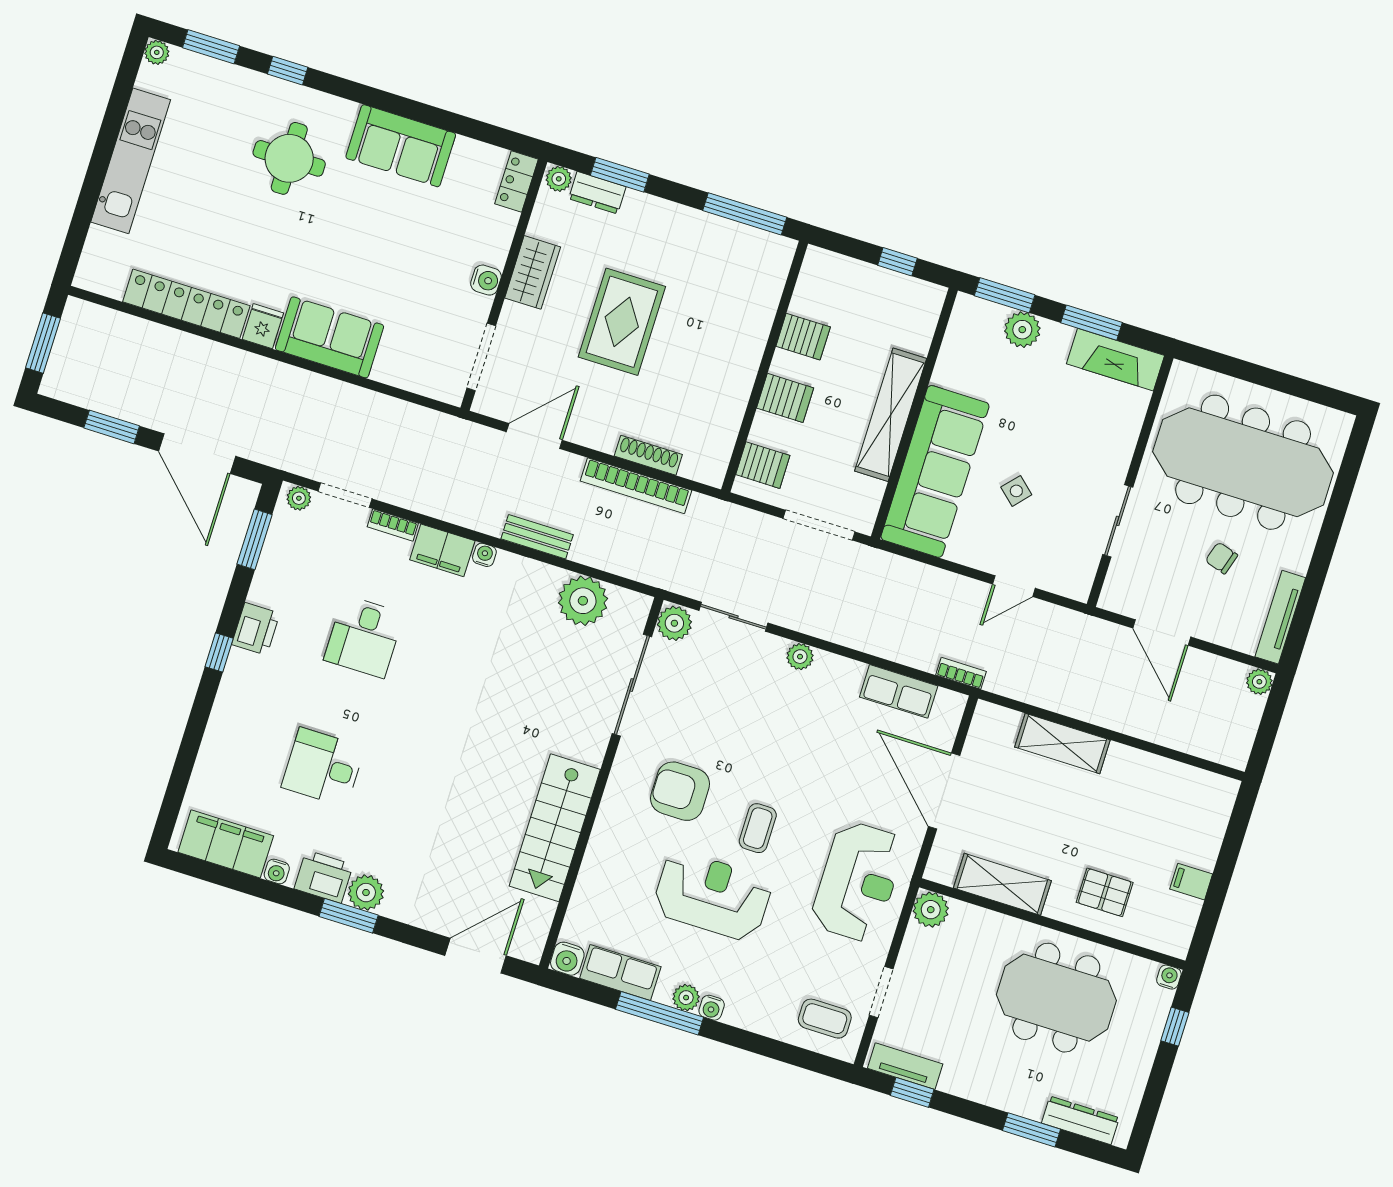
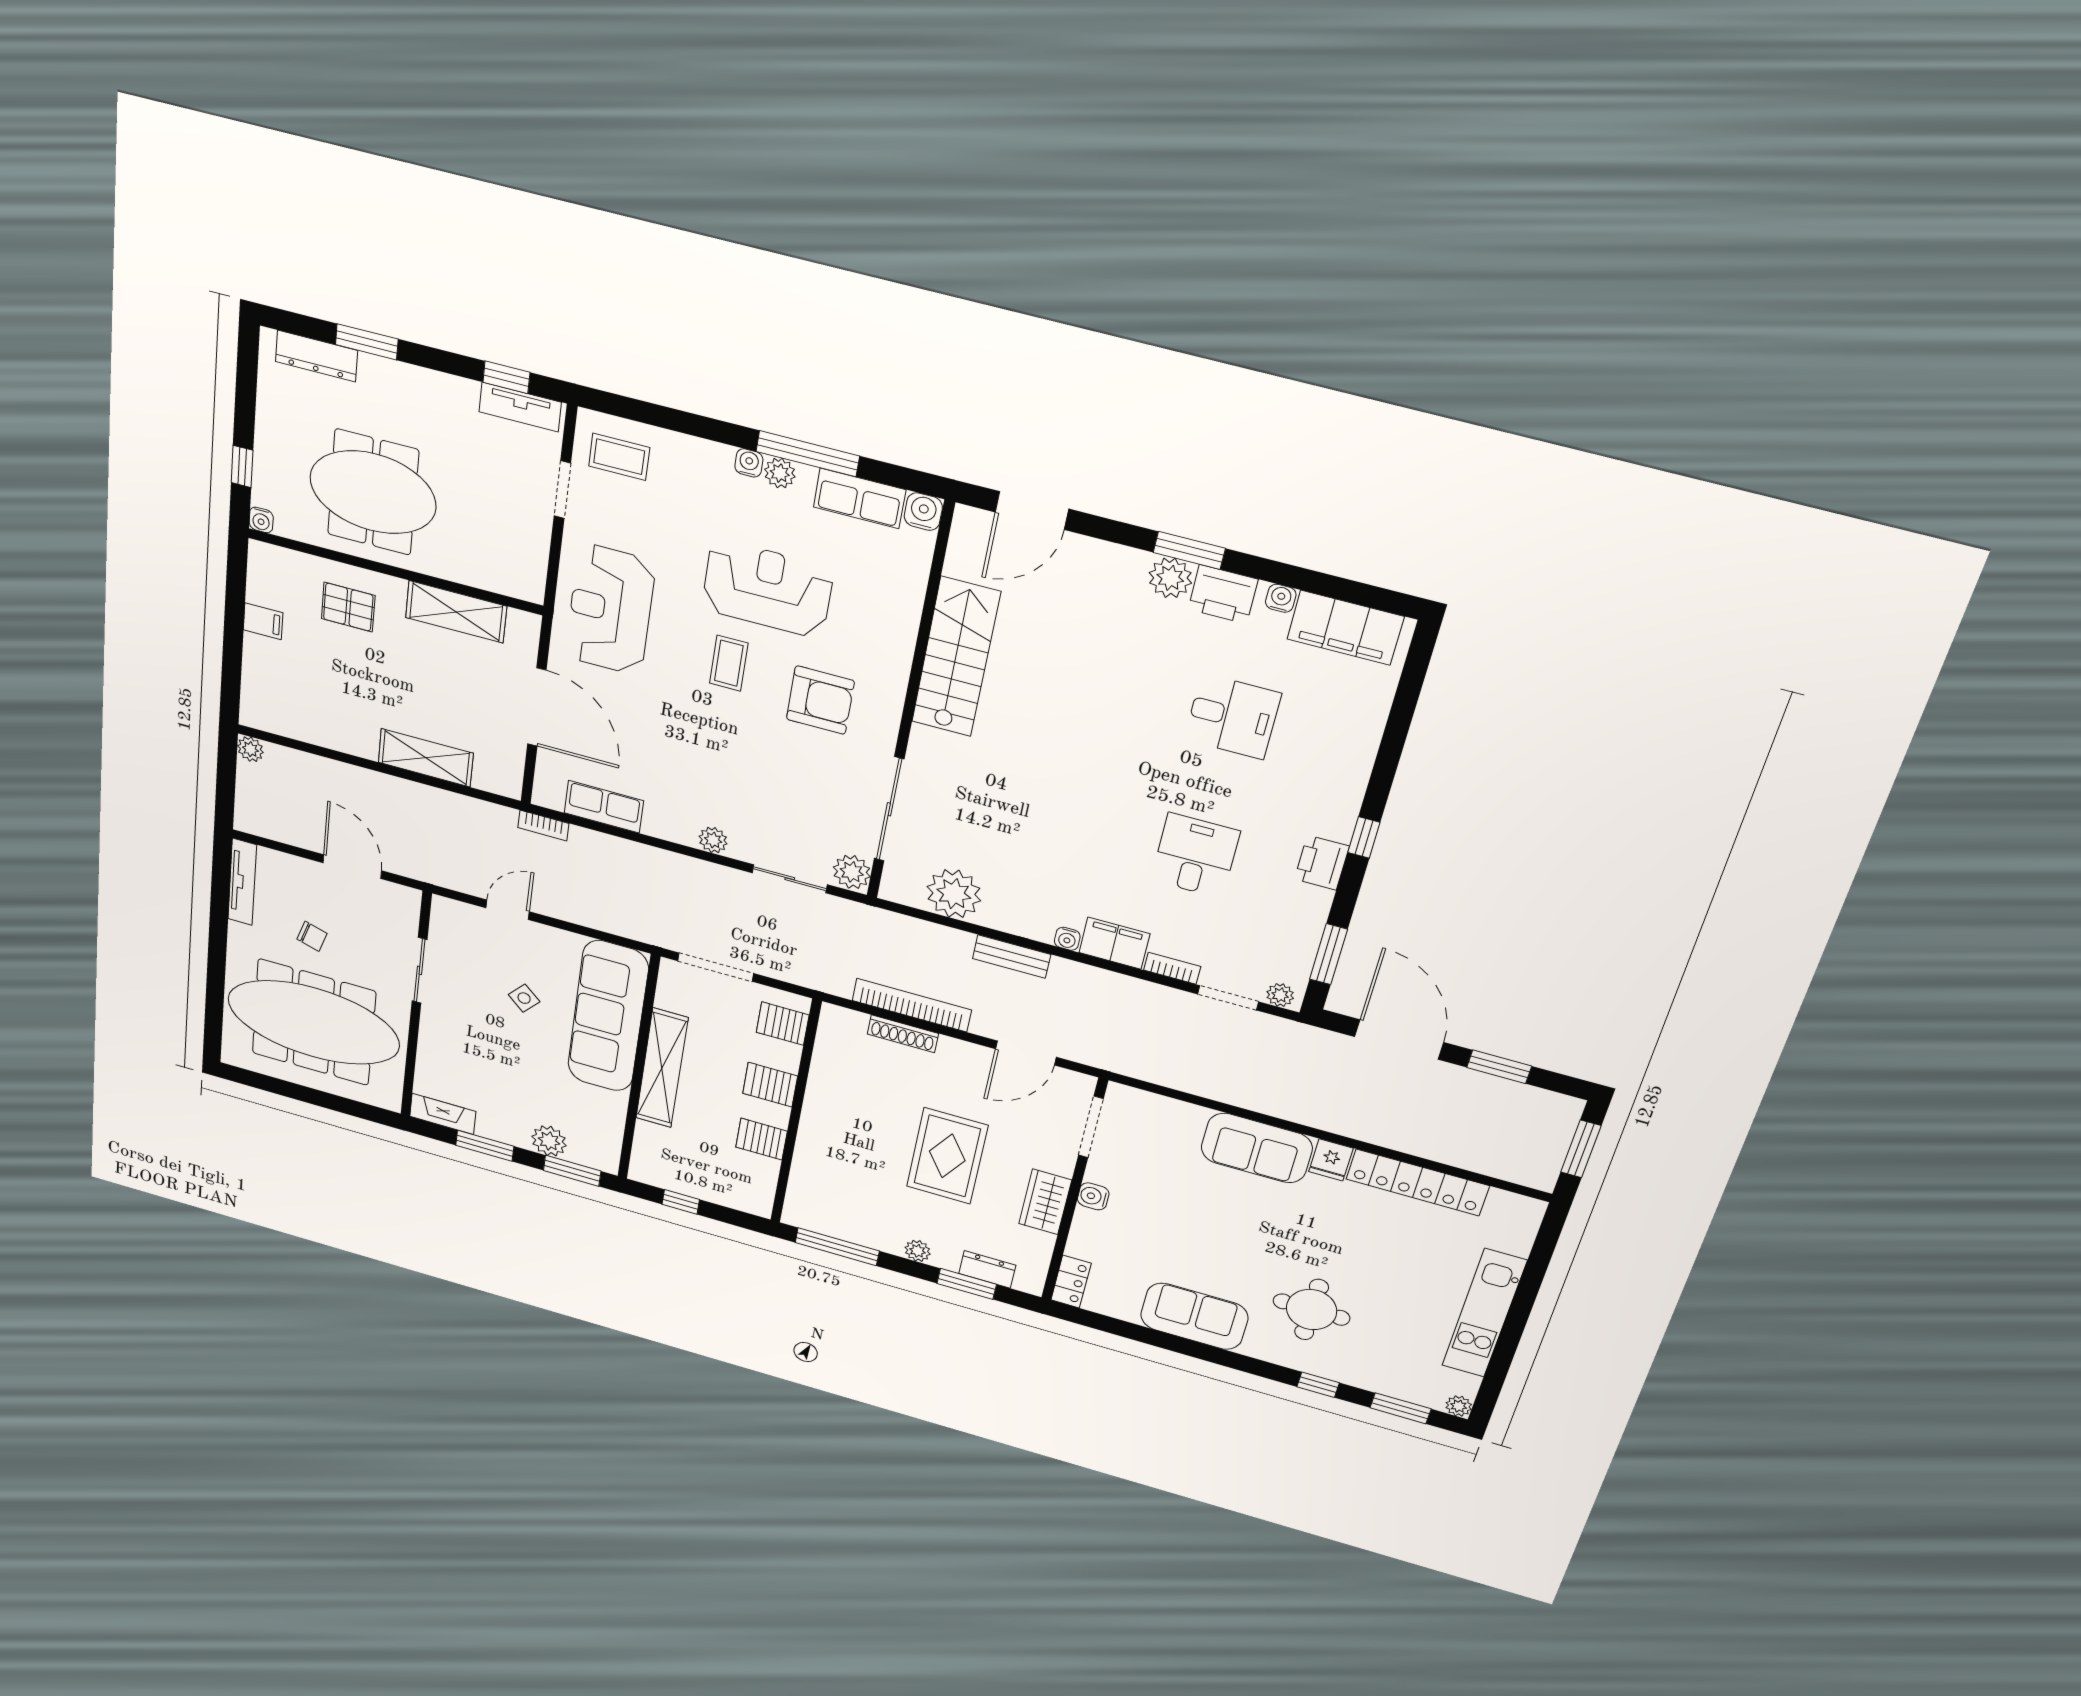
plant: (559, 179) -> (918, 1251), moved
fireplace: (1116, 360) -> (443, 1114), width x0.73, depth x0.76
plant: (1259, 682) -> (250, 749), moved
reception desk: (712, 896) -> (767, 589), turned 180
plant: (931, 910) -> (526, 582), removed

